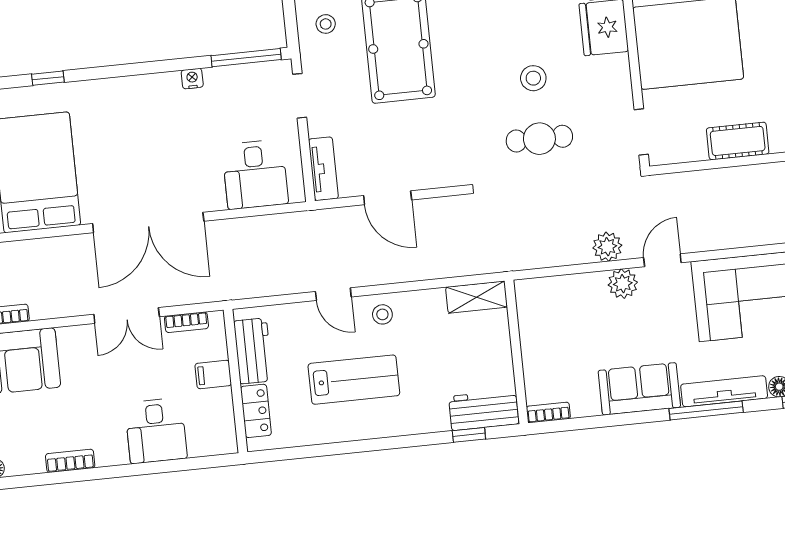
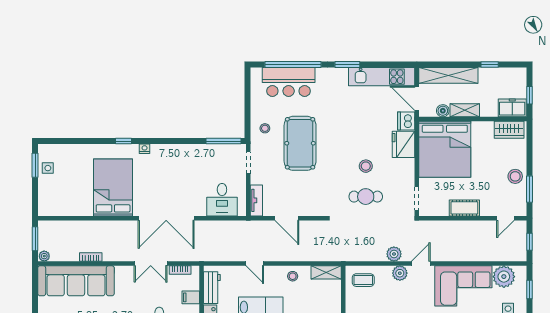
nightstand: (192, 79) -> (145, 149), moved
coffee table: (552, 305) -> (363, 280), added
stool: (382, 314) -> (293, 276), moved

